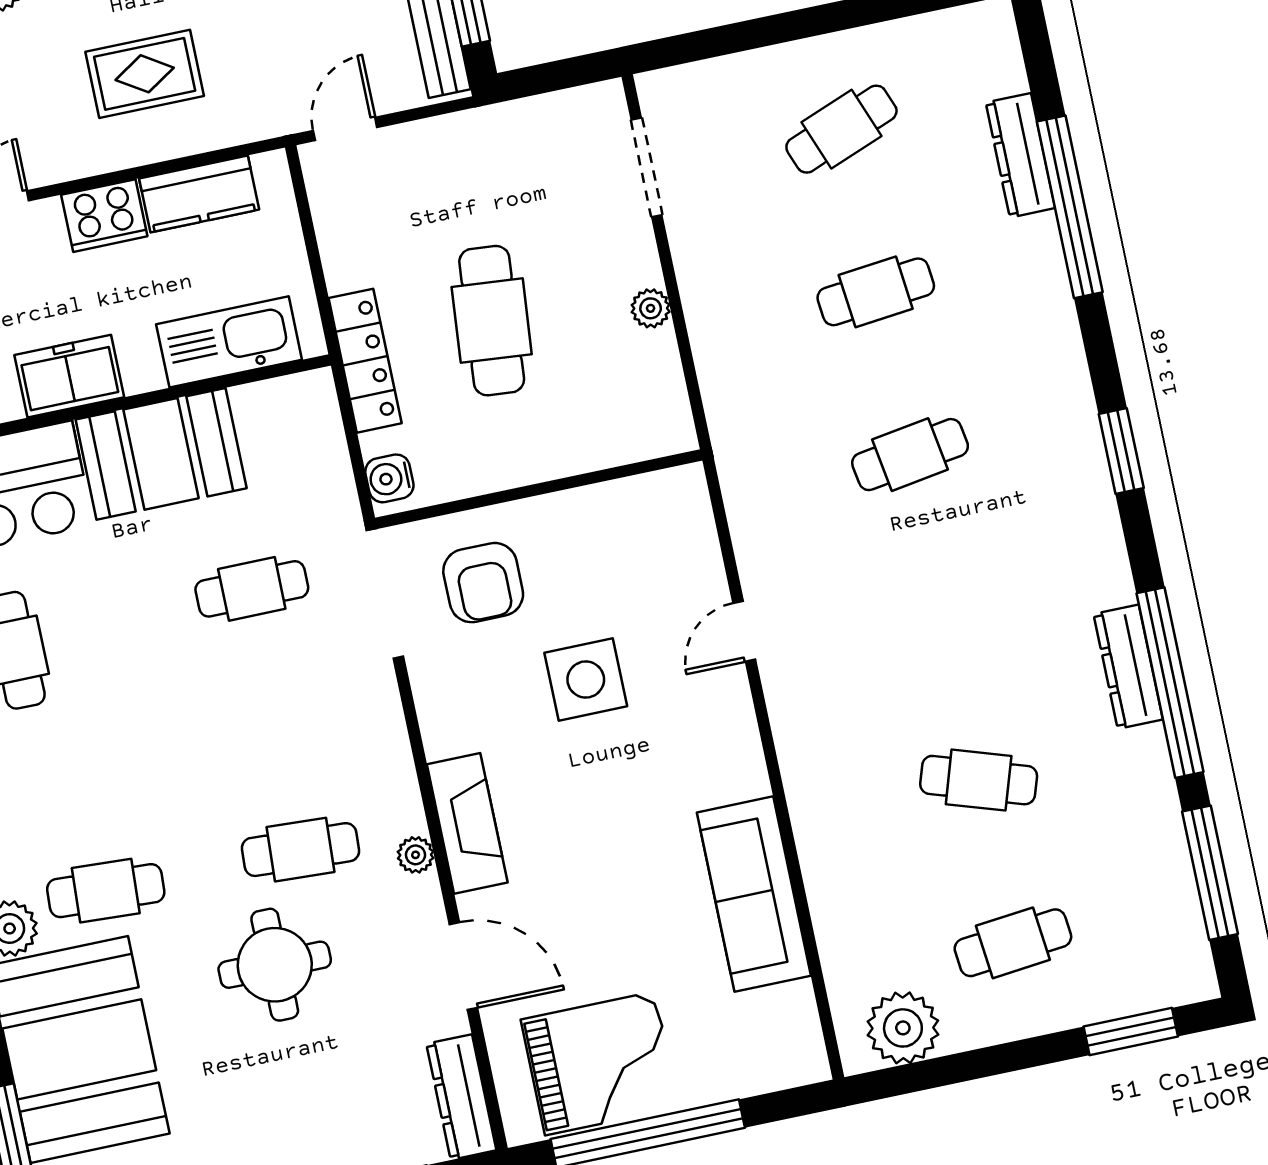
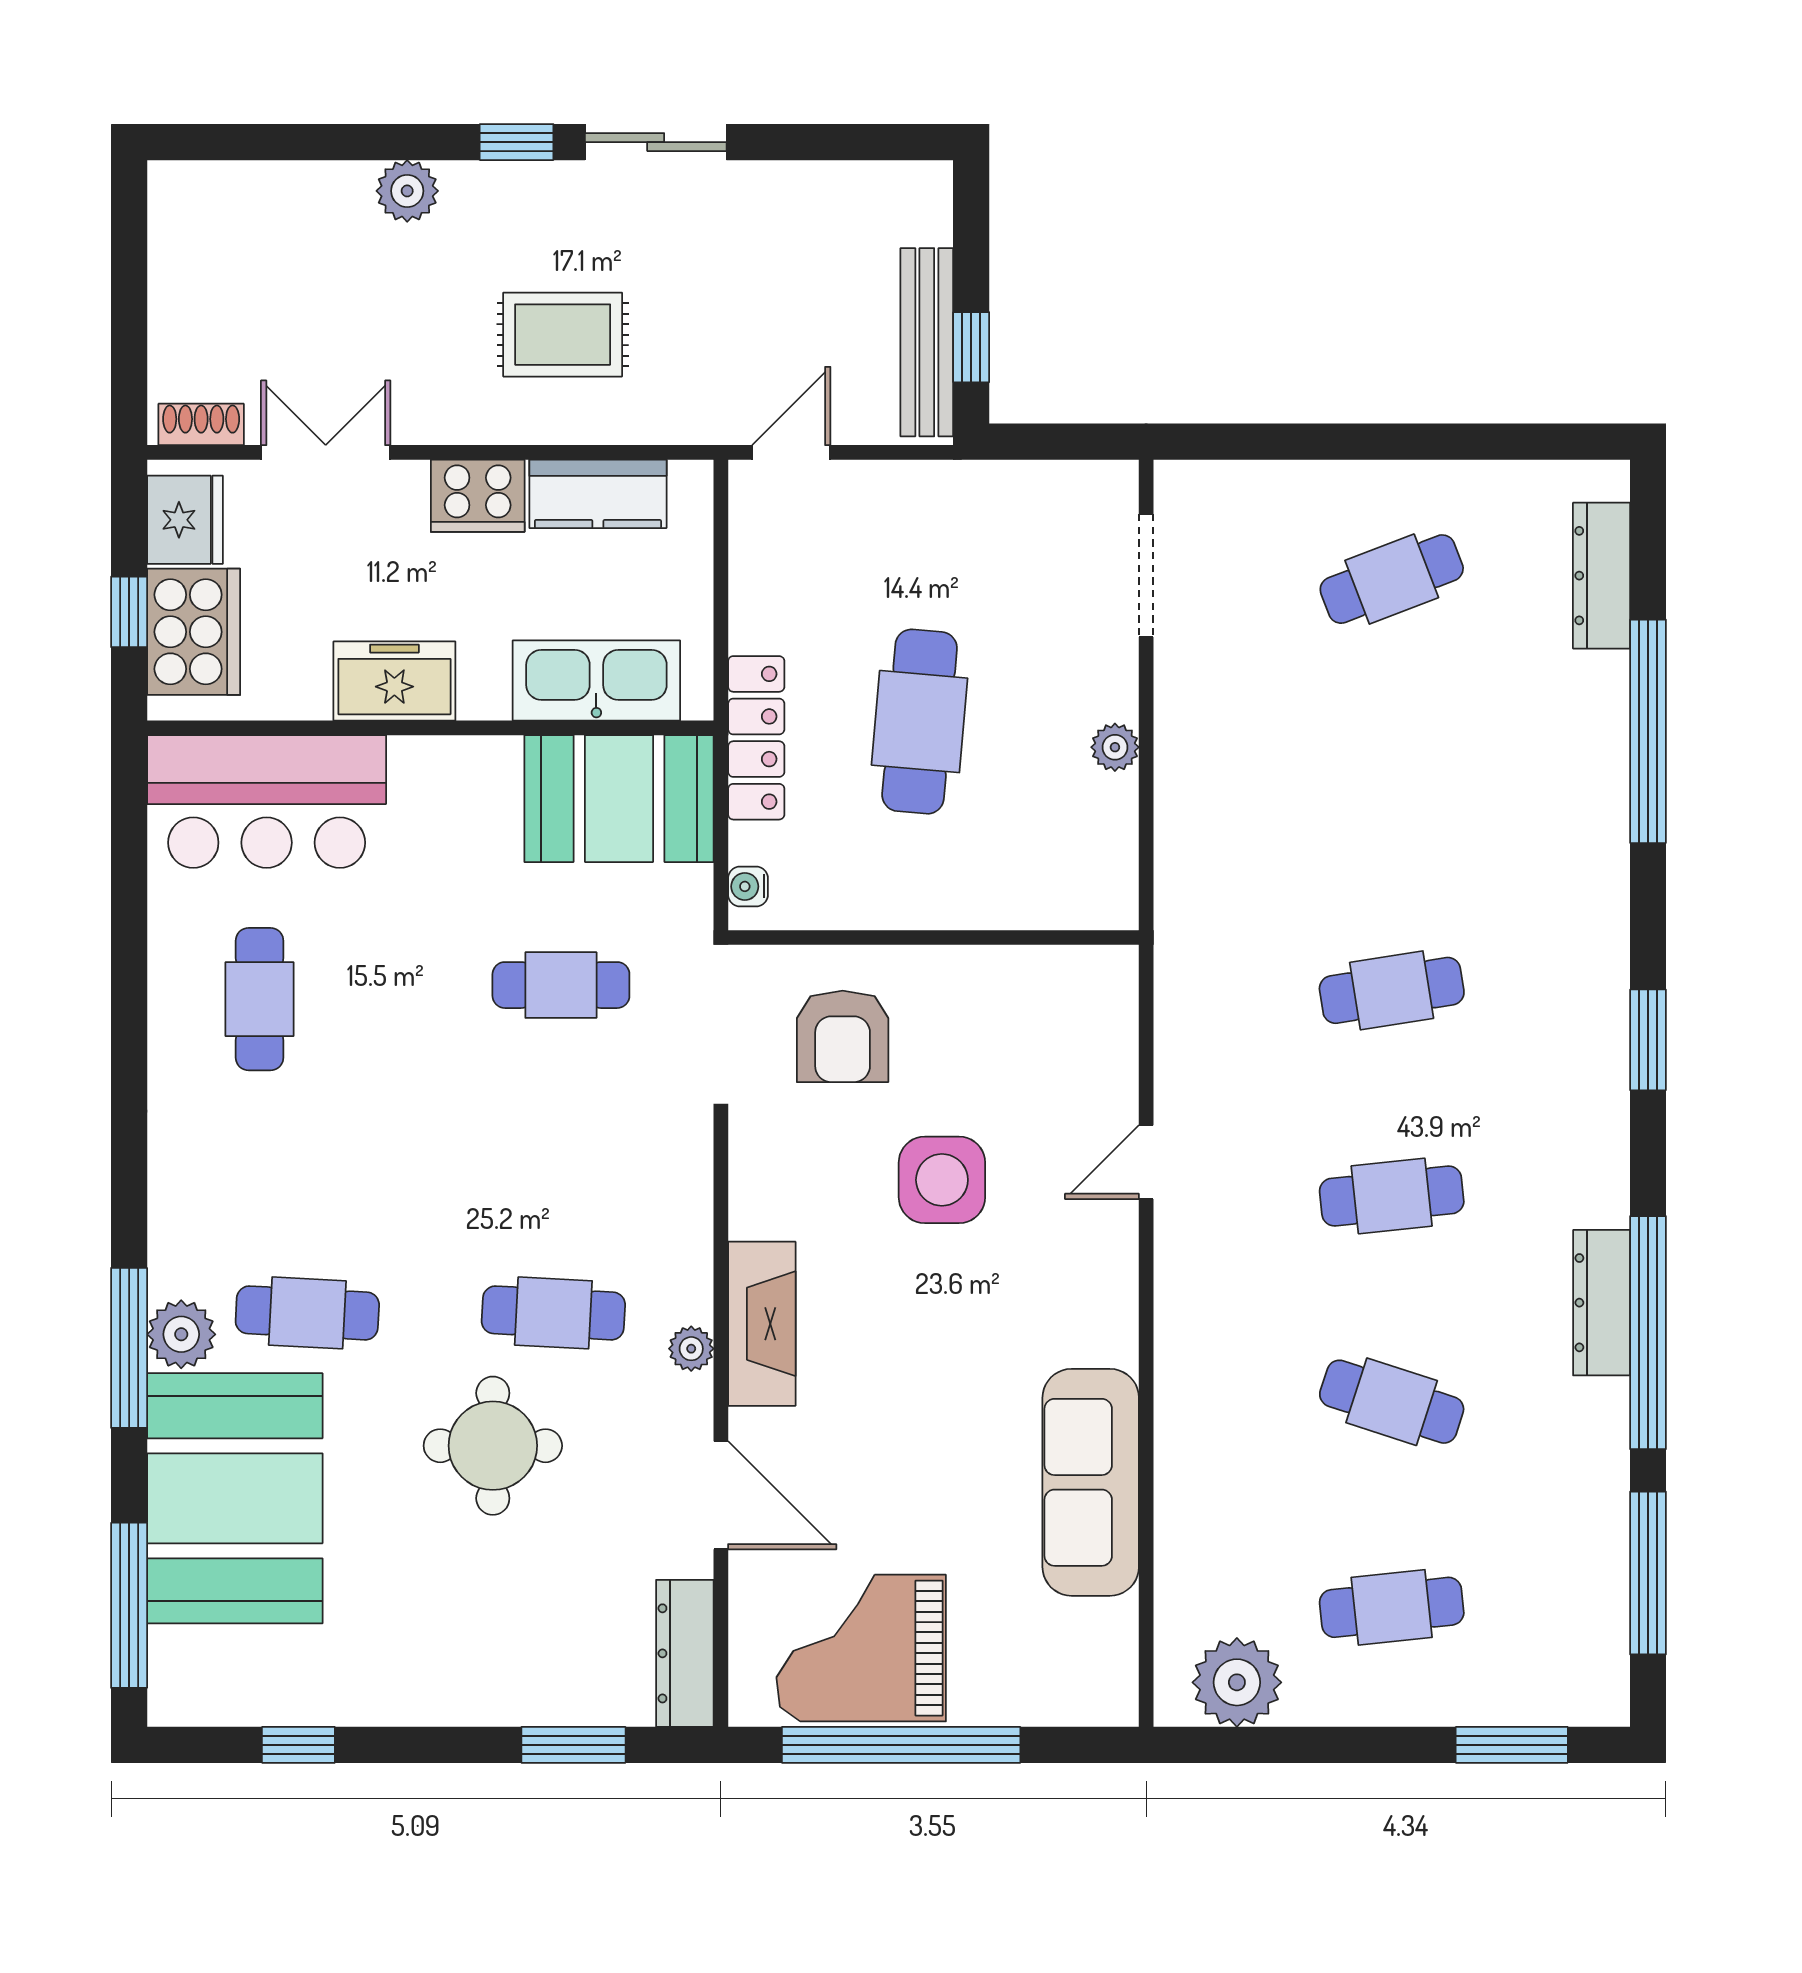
dresser: (1020, 155) -> (1602, 576), moved
cafe table: (876, 292) -> (1392, 1196), moved
booth: (161, 454) -> (619, 799), moved
water cooler: (389, 478) -> (748, 886), width x0.72, depth x0.72
grand piano: (600, 1063) -> (861, 1648), turned 180

